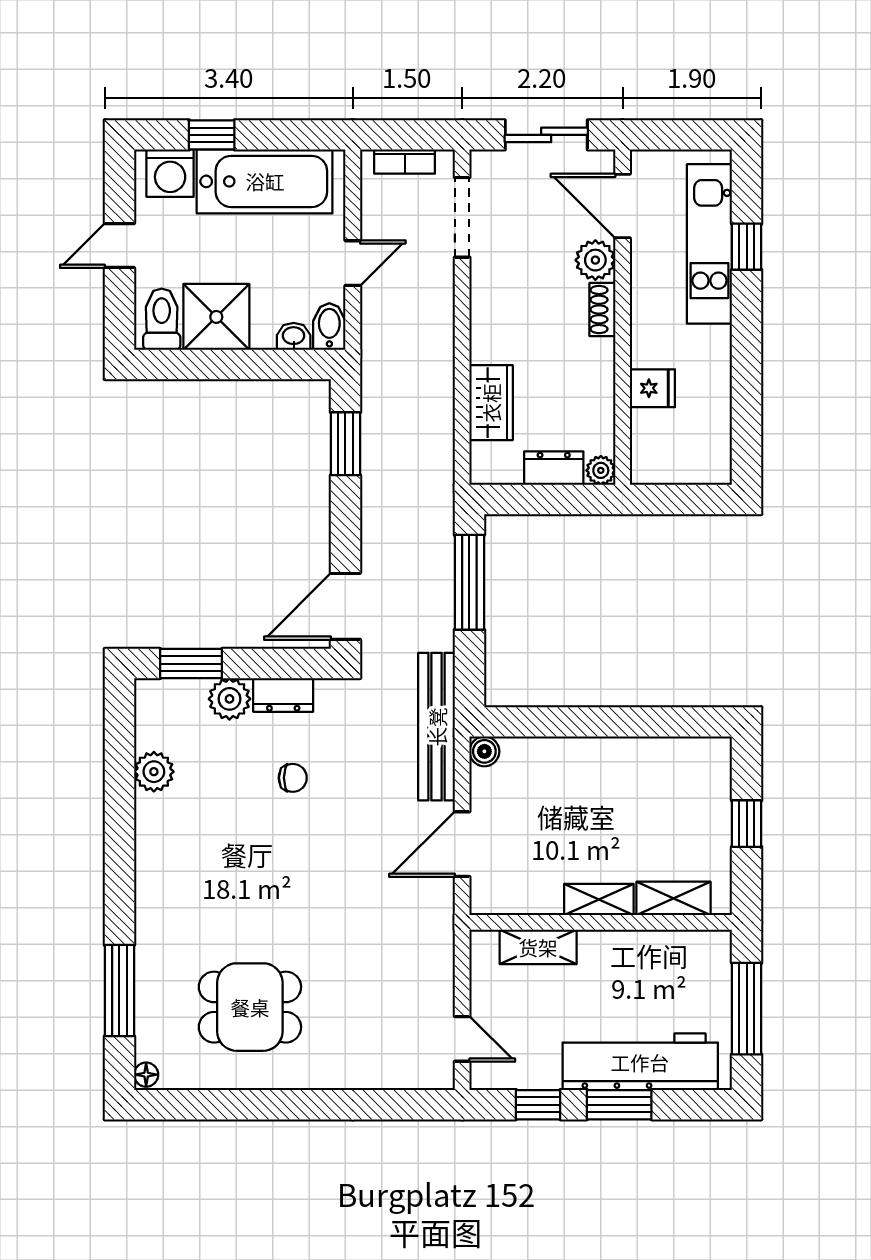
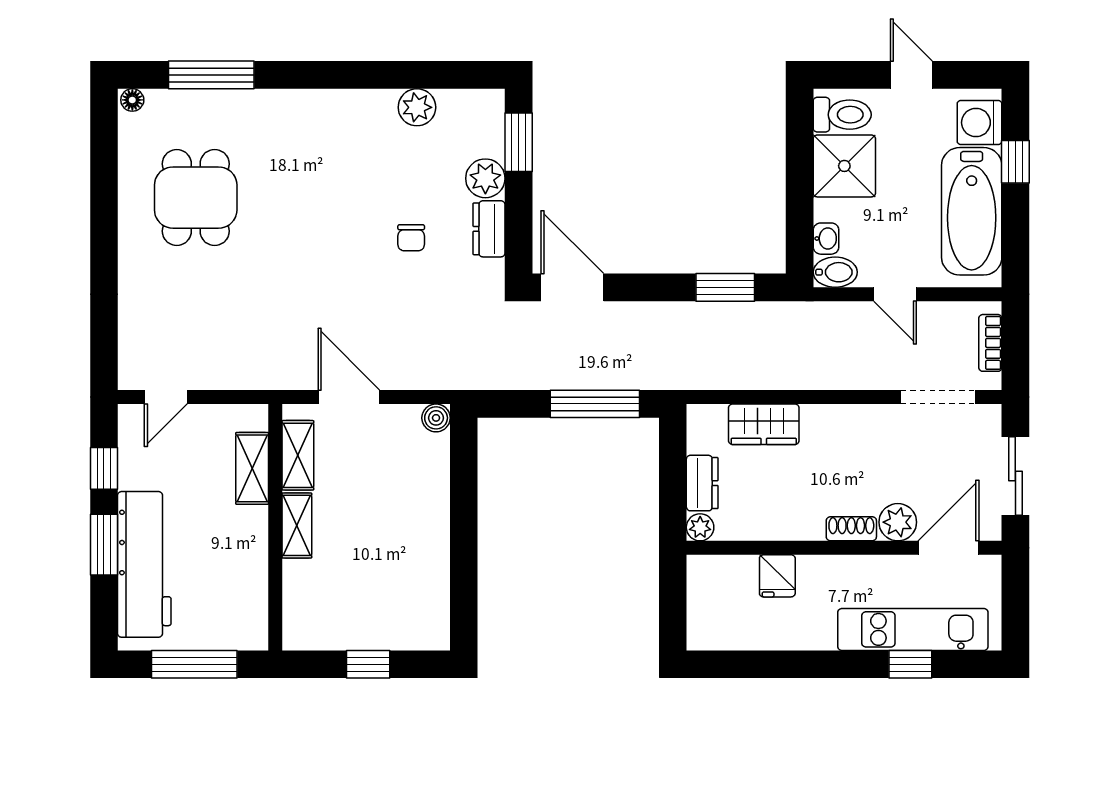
bench: (437, 727) -> (459, 373), removed
shelving: (674, 898) -> (298, 455), moved

